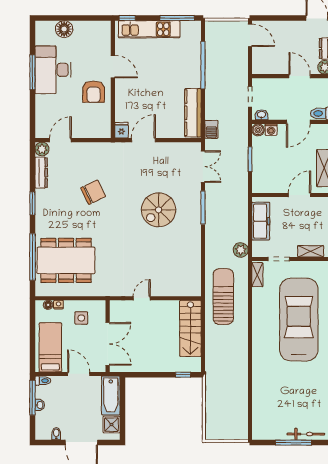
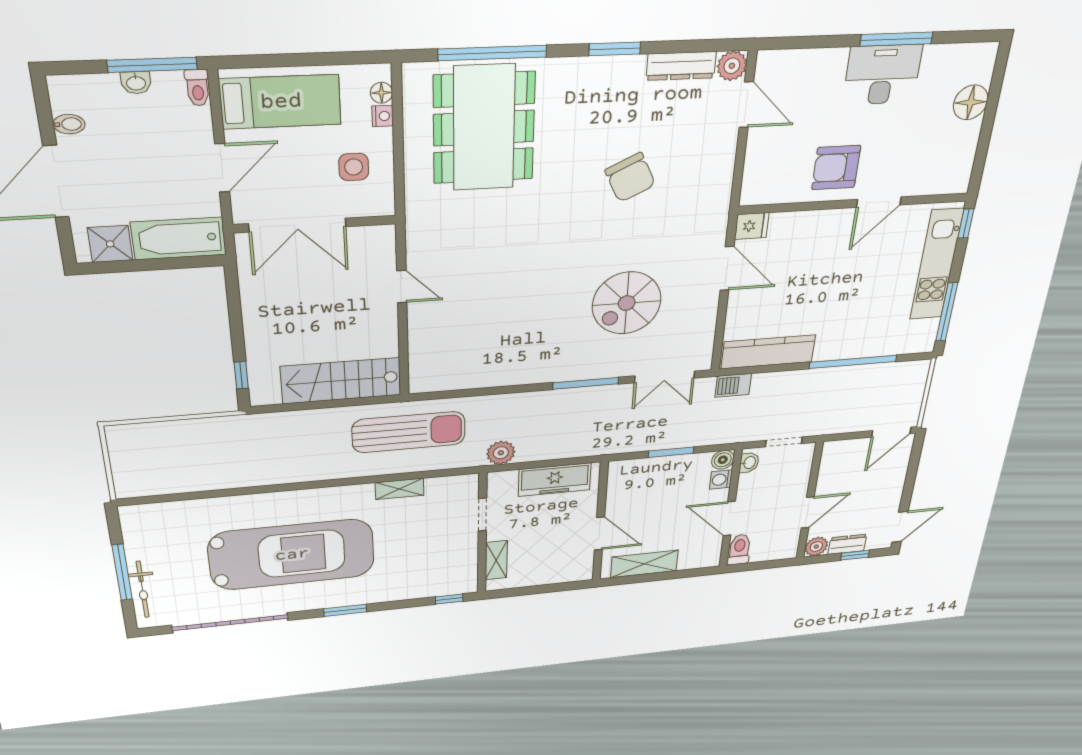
desk: (53, 70) -> (882, 75), width x0.73, depth x0.77
spiral stairs: (159, 210) -> (627, 303), moved, turned -90
shelving: (257, 275) -> (400, 489), moved
car: (299, 320) -> (292, 555), moved

